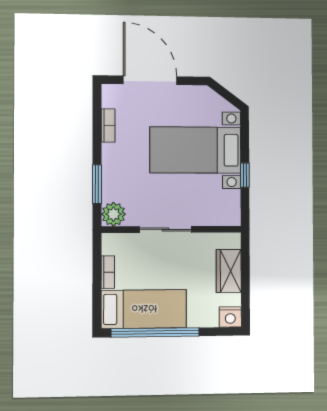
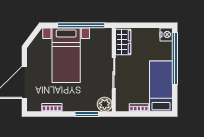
window: (245, 175) -> (81, 25), width x3.17
wardrobe: (229, 271) -> (123, 42), moved, turned -90
window: (155, 332) -> (175, 58), moved

